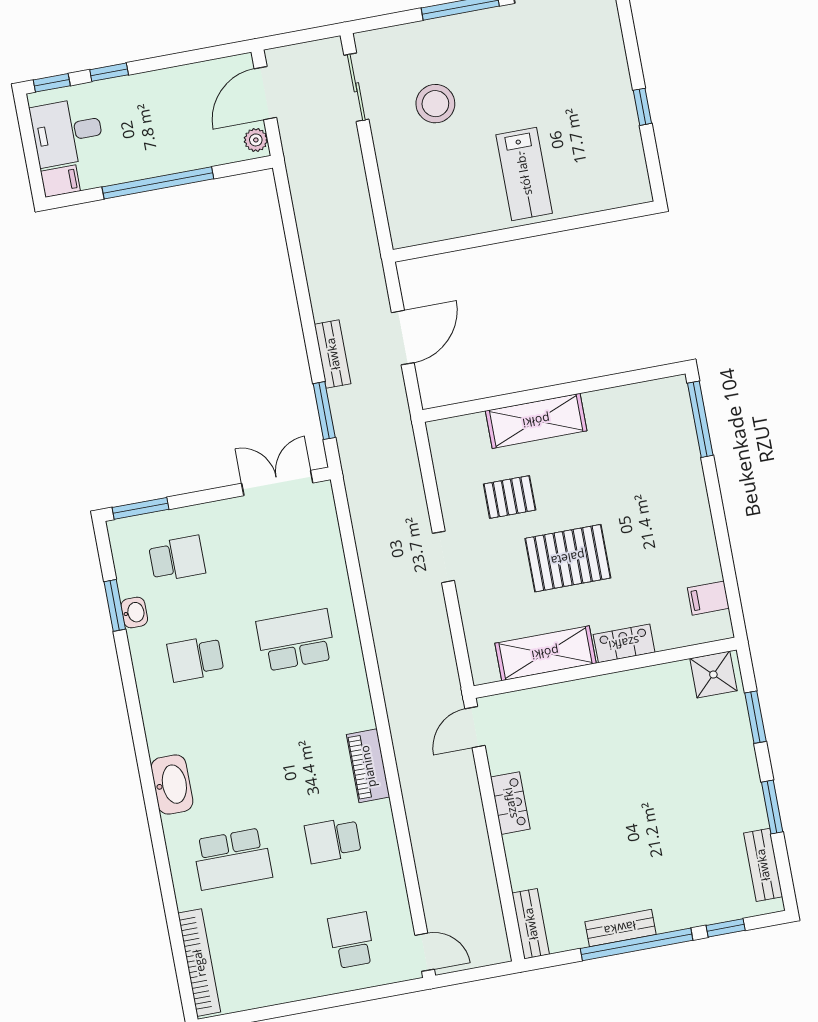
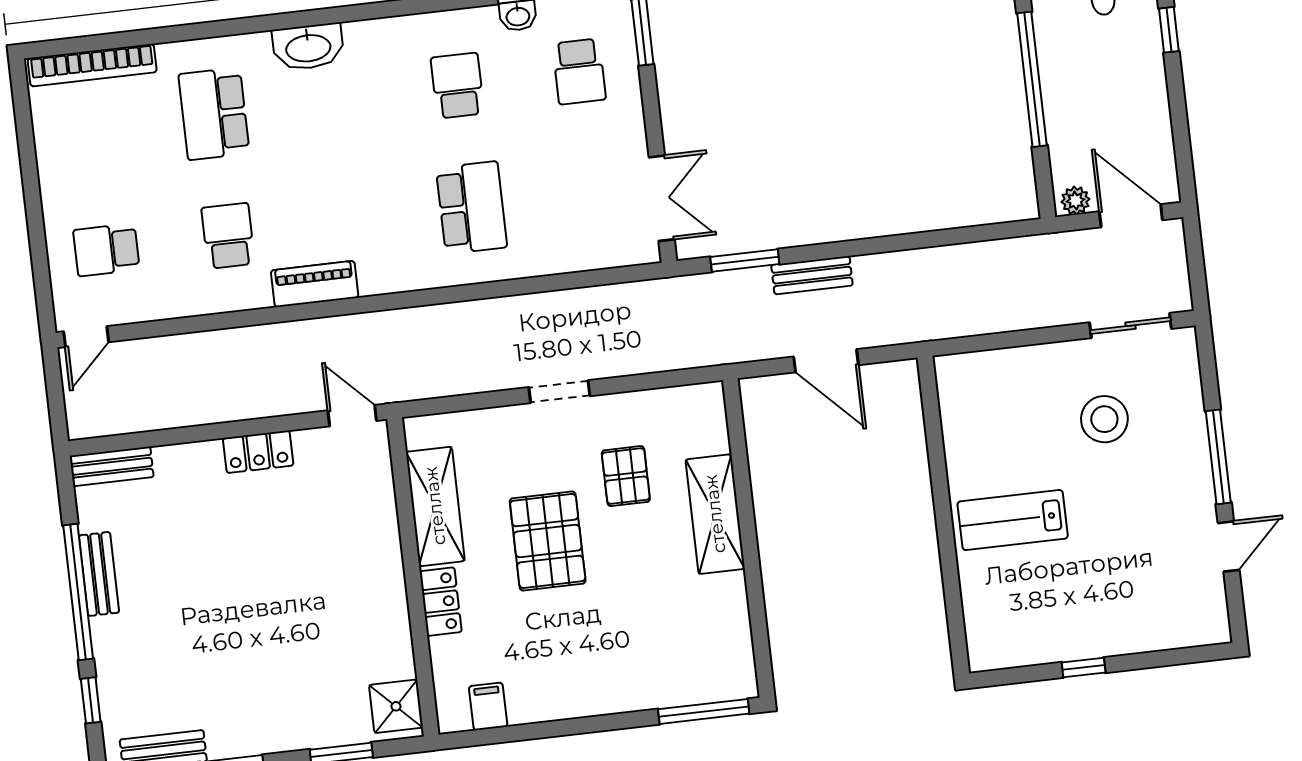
school desk: (351, 940) -> (106, 250), turned 180

